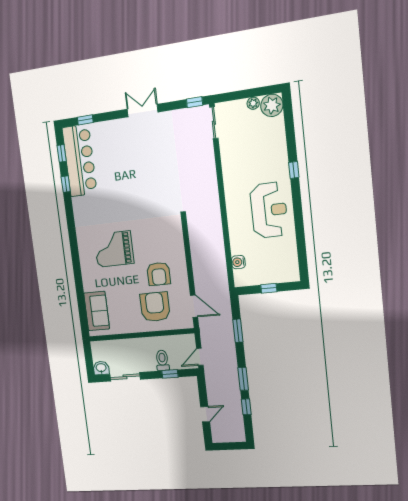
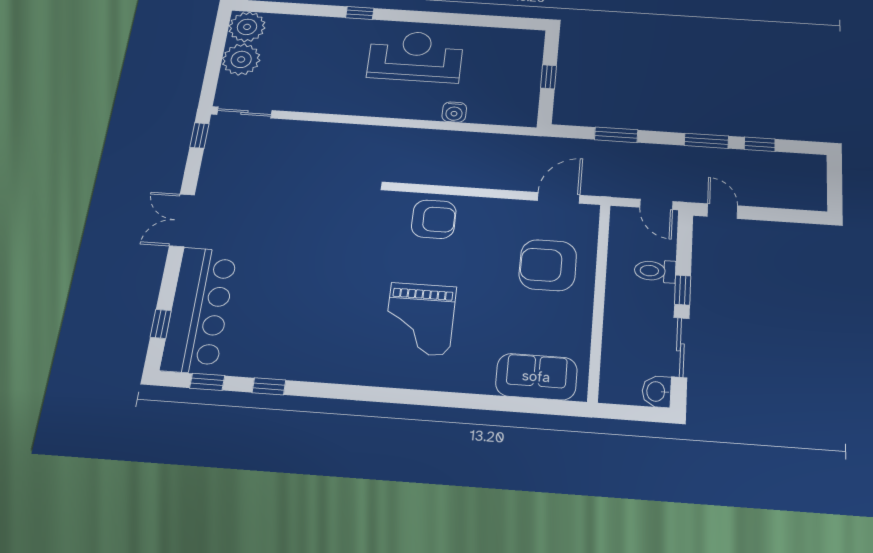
plant: (253, 103) -> (241, 59), width x1.87, depth x1.87
bar counter: (80, 161) -> (199, 310), moved, turned 90
water cooler: (238, 262) -> (454, 112), moved
armchair: (159, 274) -> (434, 219), moved
window: (170, 374) -> (683, 290), moved
door: (205, 414) -> (722, 211), moved

